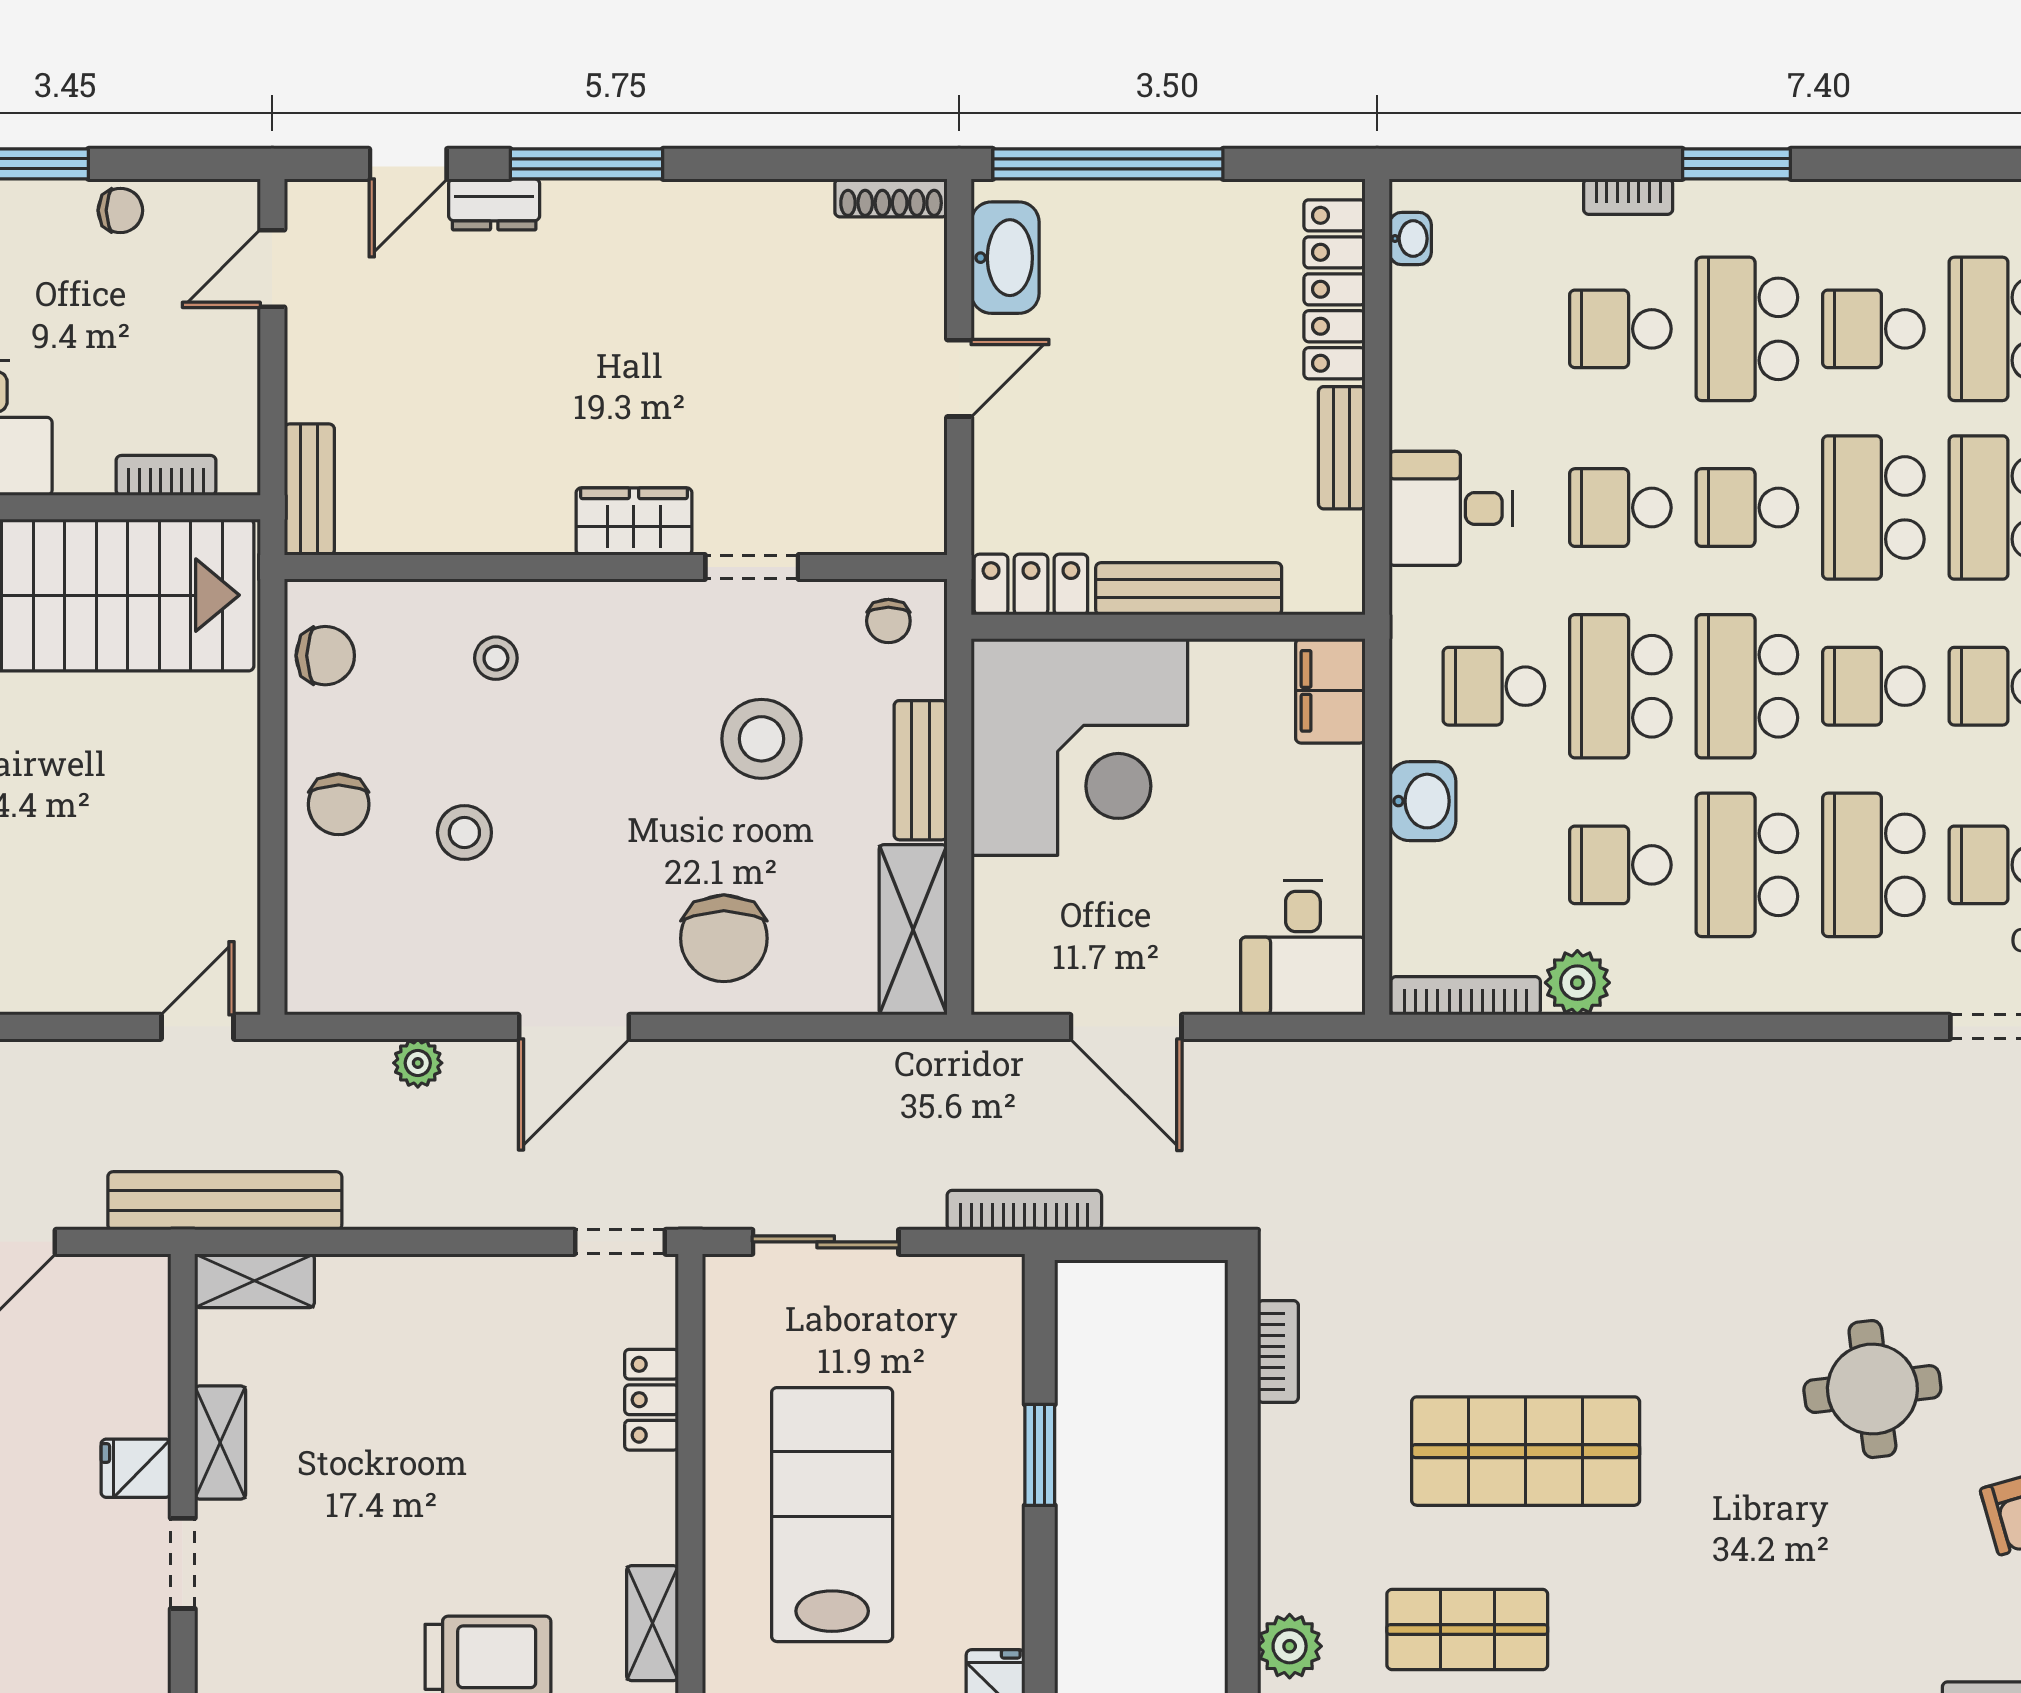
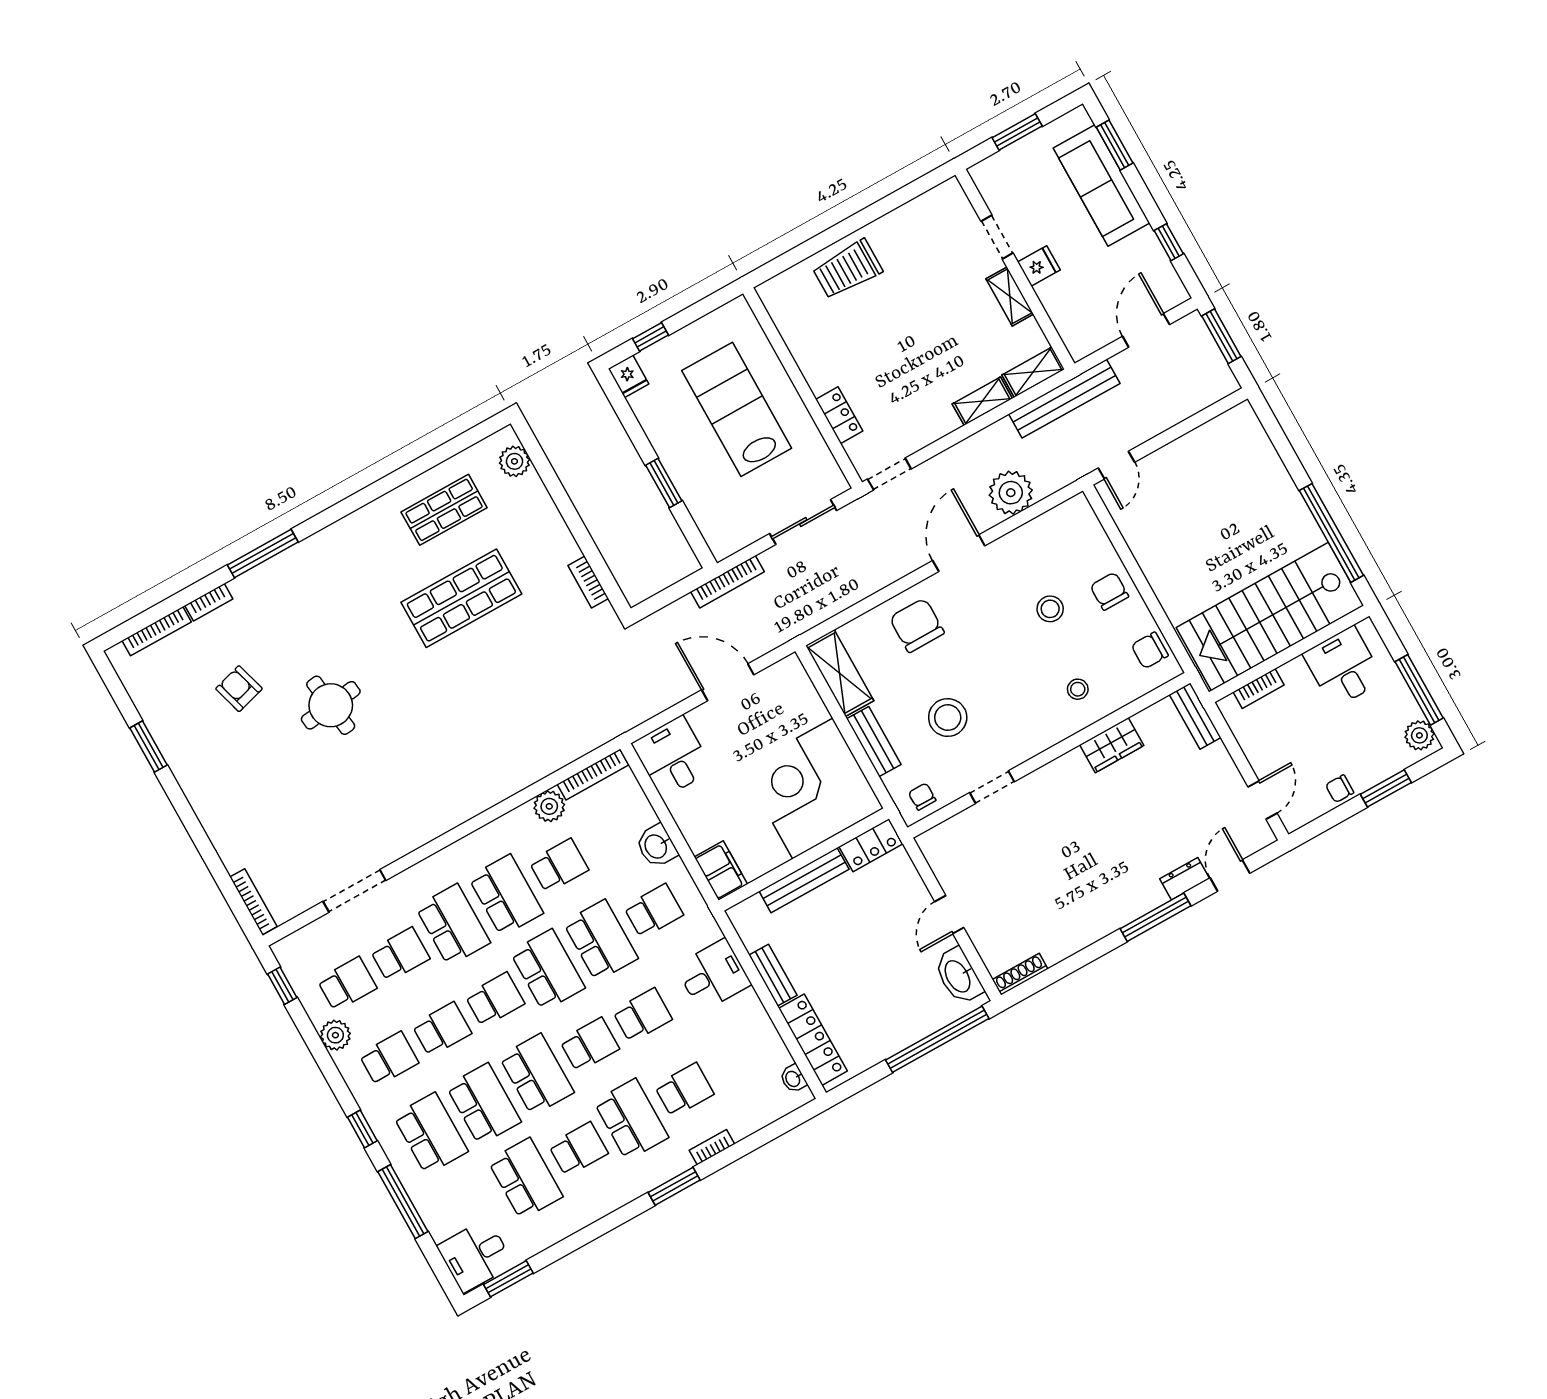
wardrobe: (634, 521) -> (1112, 745), moved
plant: (418, 1063) -> (1011, 493), width x1.87, depth x1.87
lab bench: (832, 1515) -> (737, 409), turned 180
shelving: (653, 1623) -> (982, 401), moved, turned 90

